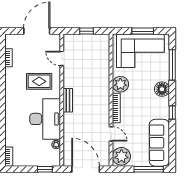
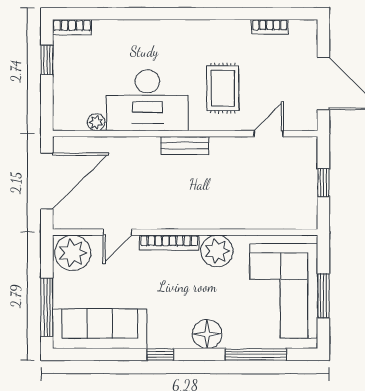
window: (45, 169) -> (47, 60), moved

